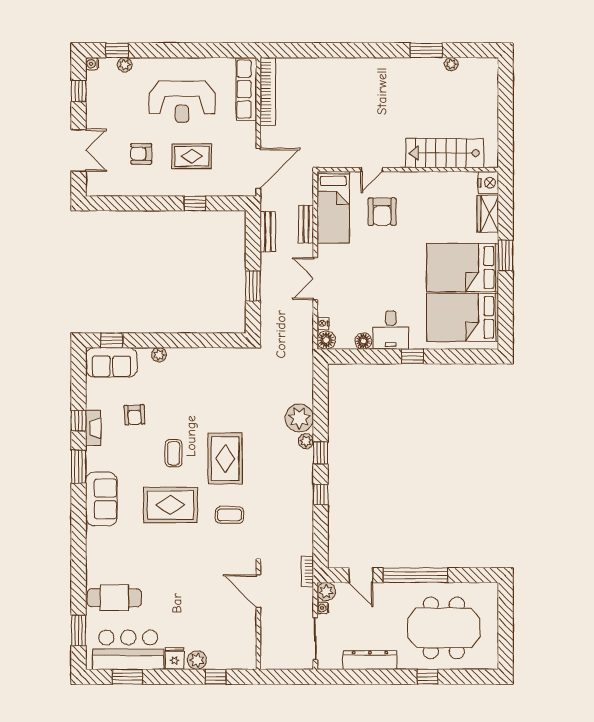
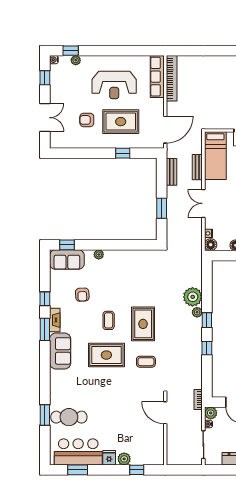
rug: (192, 156) -> (121, 122), width x1.36, depth x1.43
fireplace: (93, 428) -> (55, 320), moved
window: (79, 631) -> (45, 415), moved

